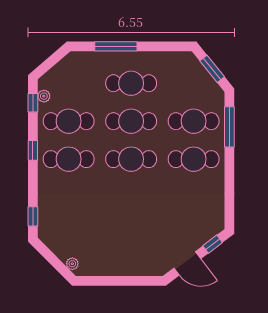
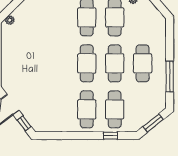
window: (116, 46) -> (170, 76), moved
window: (229, 127) -> (110, 136), width x0.46

